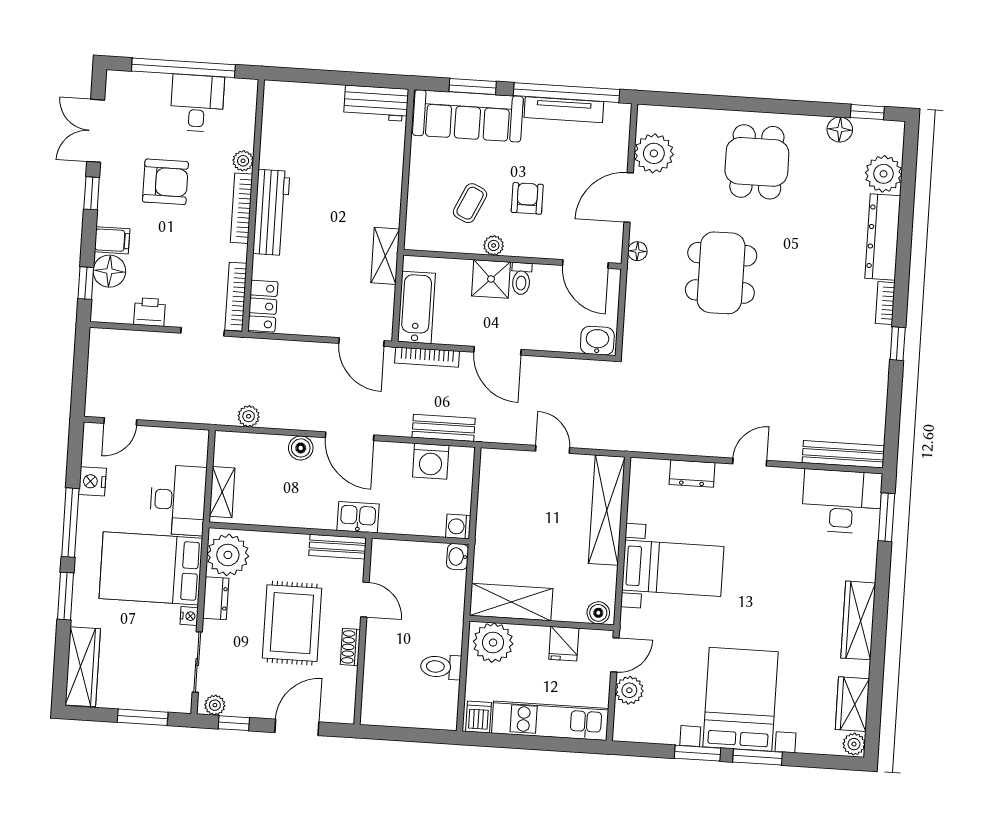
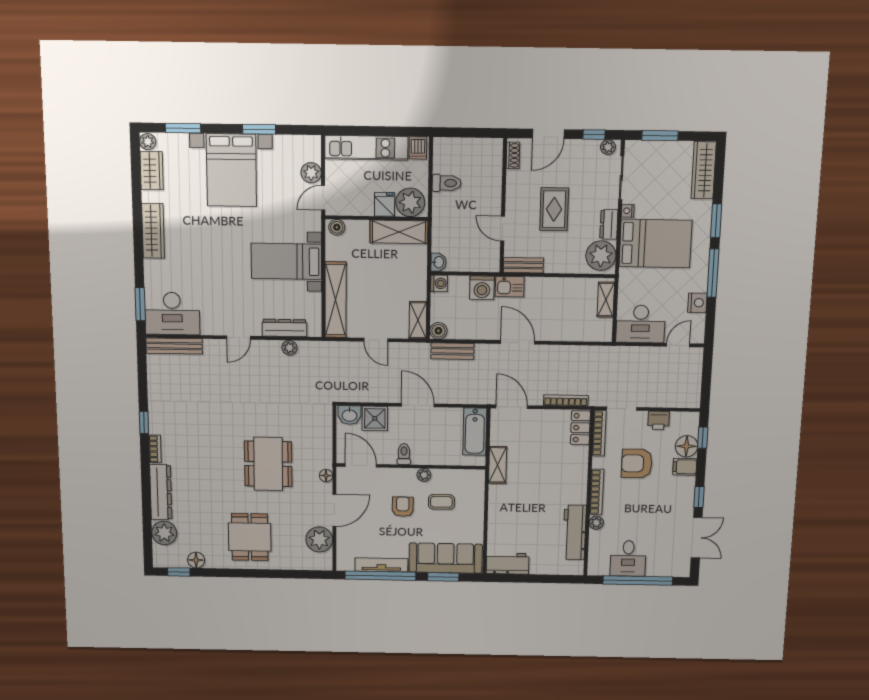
armchair: (165, 182) -> (637, 463), moved
armchair: (527, 198) -> (403, 507), turned 180
coffee table: (470, 203) -> (441, 502), turned 65
workbench: (271, 212) -> (575, 532), moved
shower: (491, 279) -> (375, 418), moved
bookcase: (427, 357) -> (566, 400), moved
plant: (249, 416) -> (289, 348), moved
boiler: (301, 448) -> (438, 331), moved
washing machine: (431, 461) -> (482, 288), moved, turned 180
dresser: (692, 474) -> (285, 328), width x1.44
shelving: (491, 475) -> (418, 320), added
desk: (178, 500) -> (640, 324), moved, turned -90
rug: (292, 623) -> (554, 209), width x0.73, depth x0.70
fridge: (564, 644) -> (385, 204), moved
shoe rack: (350, 647) -> (513, 155), moved
window: (758, 757) -> (183, 128), moved

